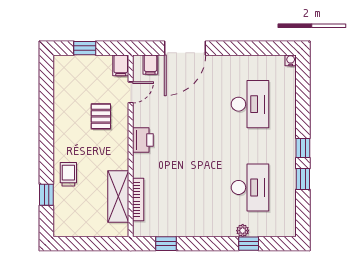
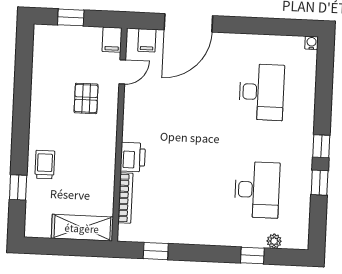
printer: (143, 140) -> (133, 157), moved
shelving: (118, 196) -> (82, 228), moved, turned 90
plant: (243, 231) -> (274, 241), moved

